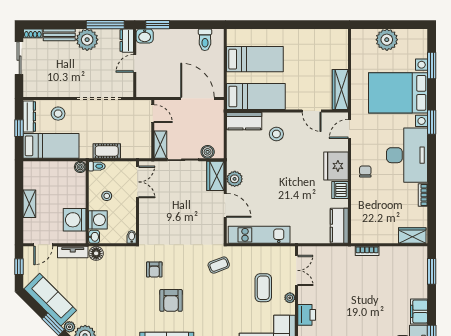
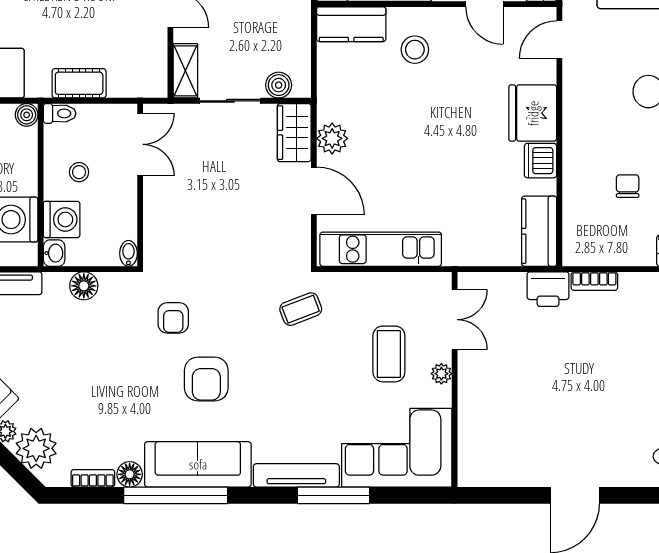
chair: (365, 171) -> (628, 186), moved
floor lamp: (96, 253) -> (84, 286), moved
printer: (307, 315) -> (548, 289), moved, turned 90

